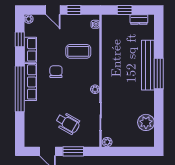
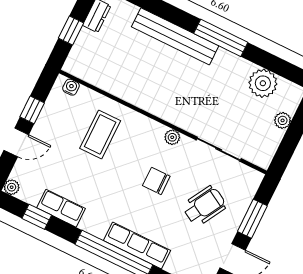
chair: (56, 72) -> (156, 181), moved
window: (159, 74) -> (221, 38), moved
row of seats: (30, 82) -> (137, 245), moved
plant: (107, 142) -> (283, 120), moved

